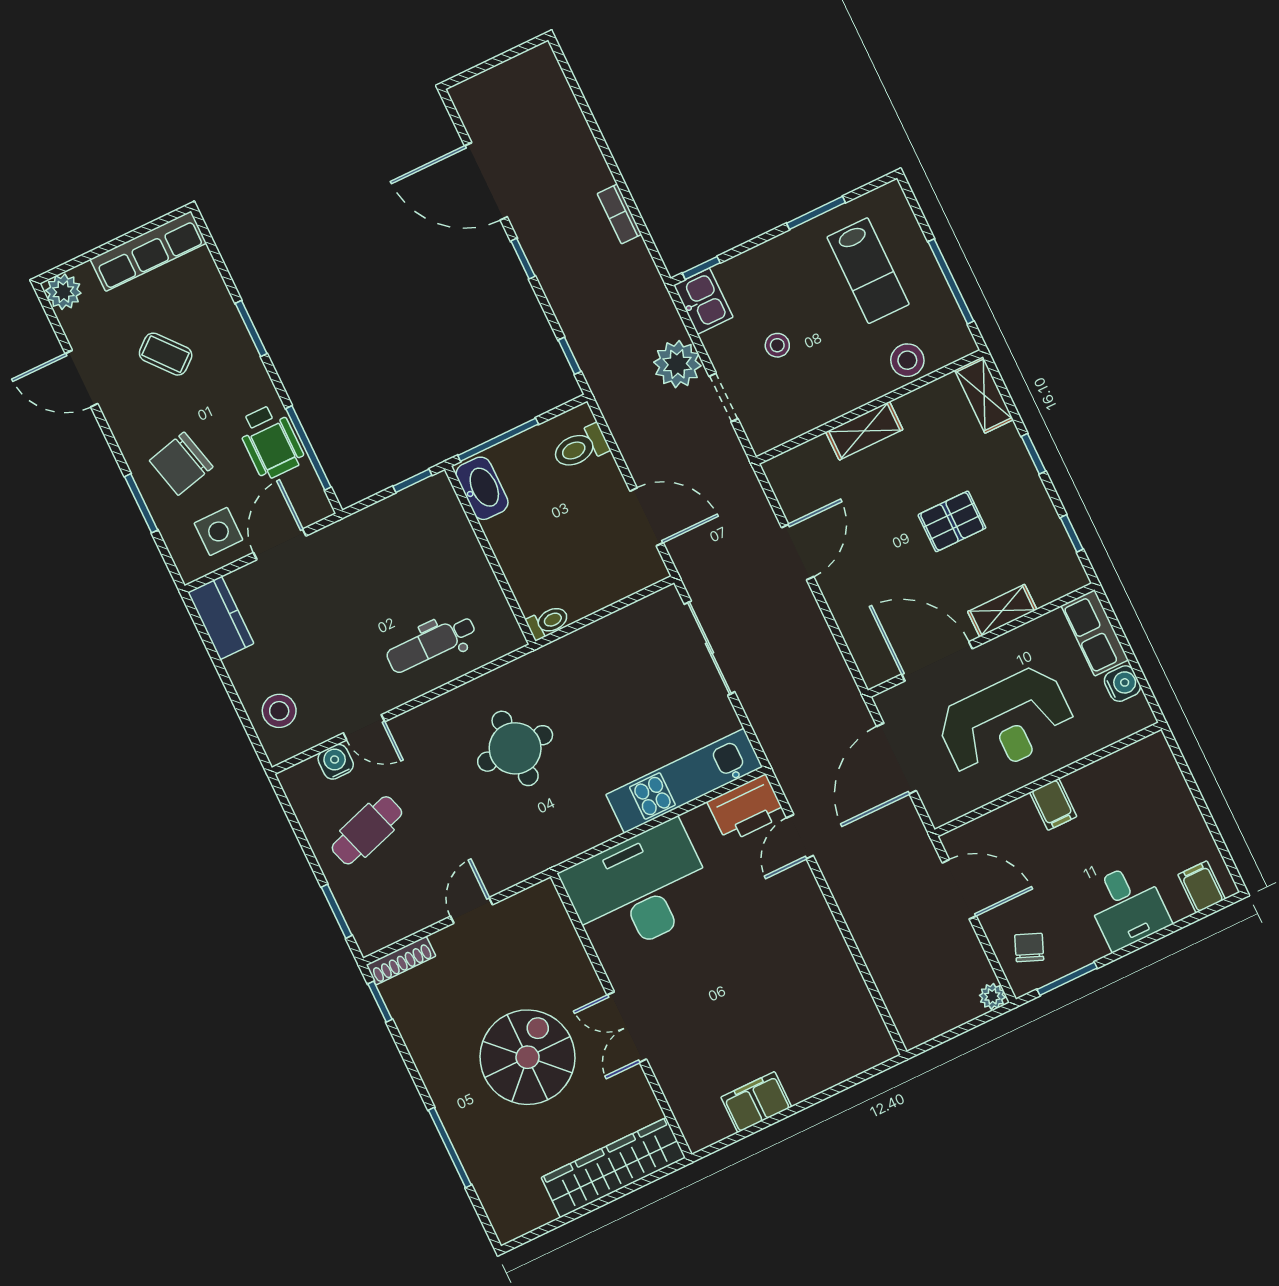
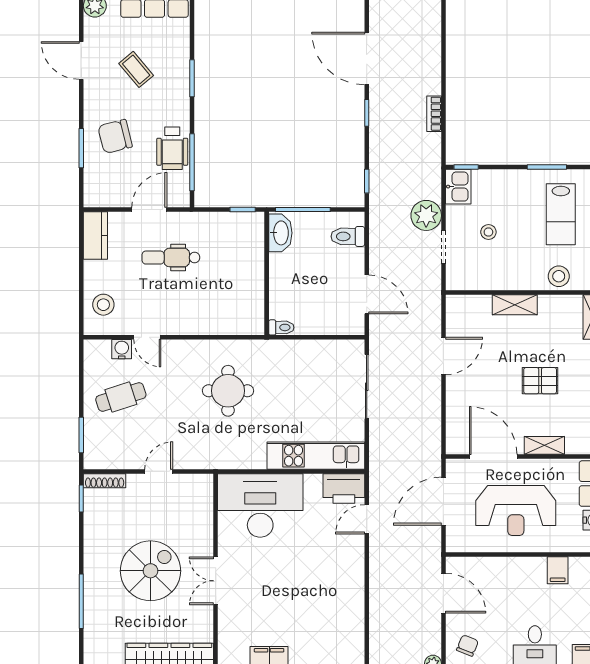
side table: (218, 531) -> (118, 185), removed
dental chair: (431, 644) -> (171, 258), moved
filing cabinet: (1053, 804) -> (558, 570), moved

